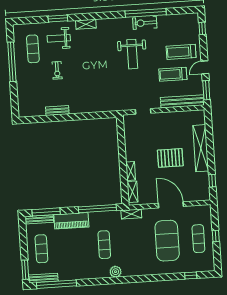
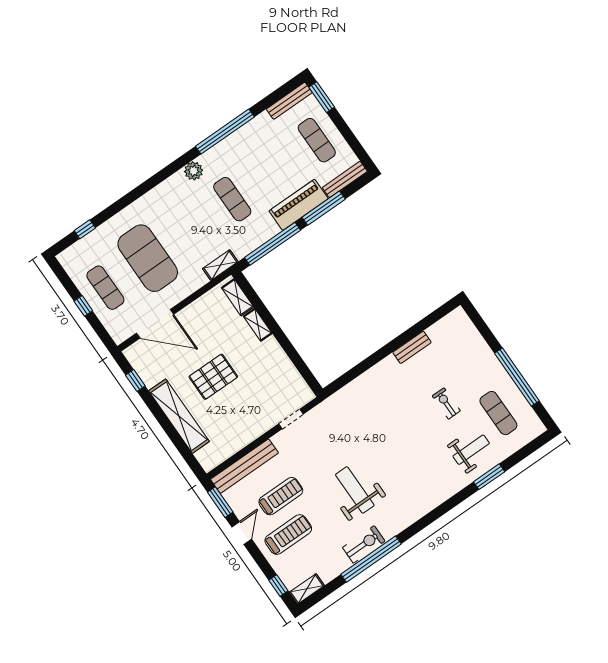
shelving: (86, 24) -> (307, 589), moved
door: (171, 205) -> (155, 324), moved
window: (46, 212) -> (324, 208), moved
window: (56, 284) -> (225, 132), moved

